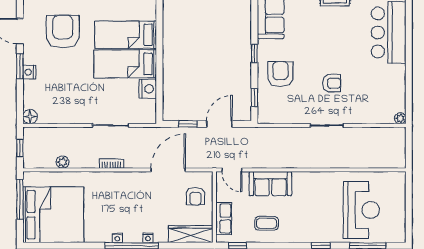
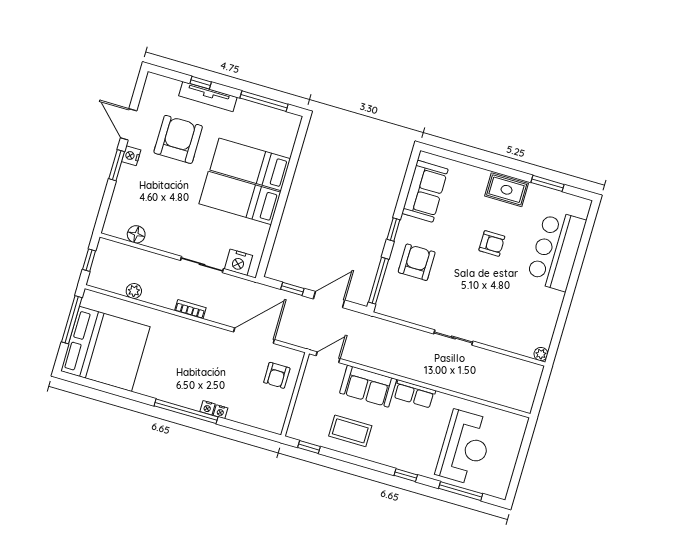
nightstand: (29, 72) -> (131, 156), moved
armchair: (332, 83) -> (492, 243), moved
nightstand: (148, 89) -> (238, 262), moved, turned 90
window: (254, 98) -> (379, 281), width x2.17
floor lamp: (30, 117) -> (136, 234), moved
door: (232, 170) -> (328, 357), swing flipped
row of seats: (224, 219) -> (414, 394), moved, turned 90
coffee table: (267, 223) -> (350, 431), width x1.36, depth x1.30
wardrobe: (191, 234) -> (258, 418), removed
nightstand: (117, 238) -> (221, 412), moved

